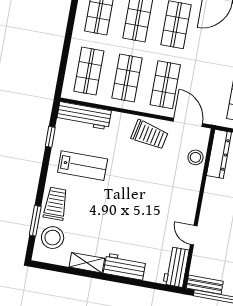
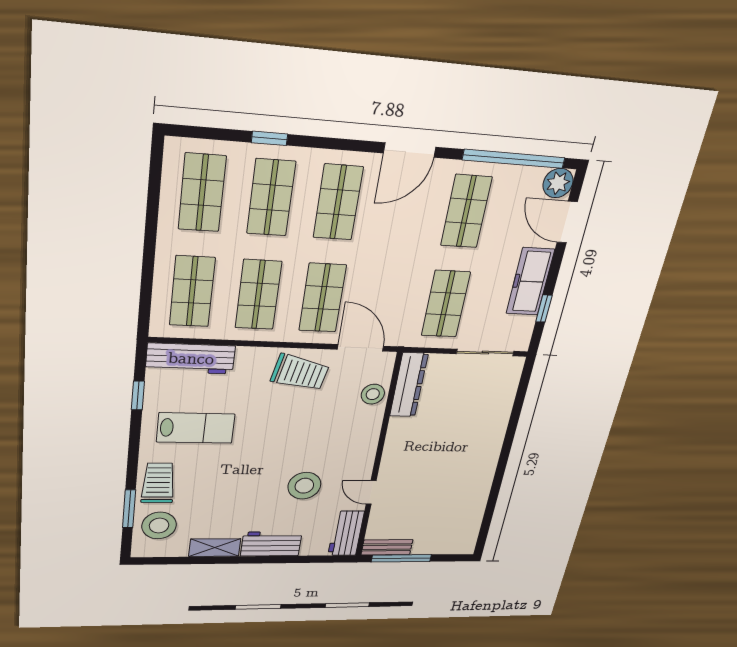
stool: (149, 222) -> (304, 486), added

